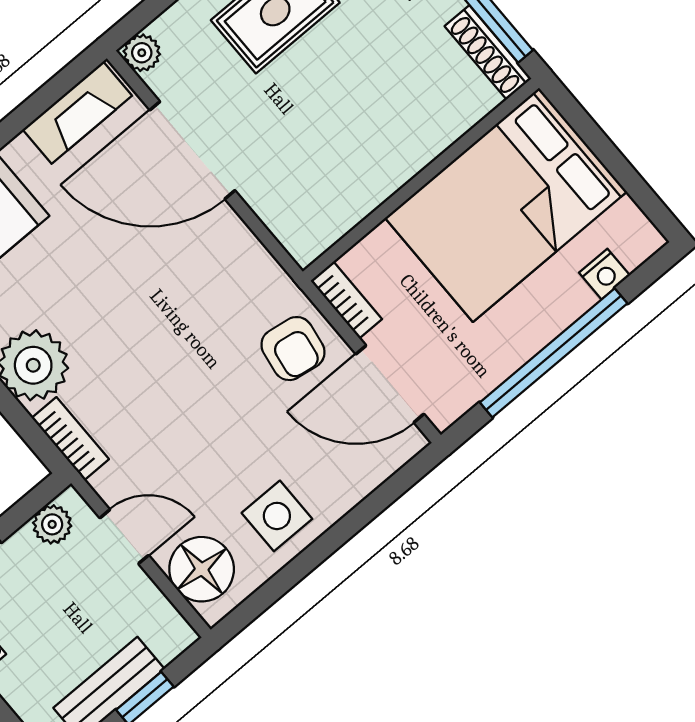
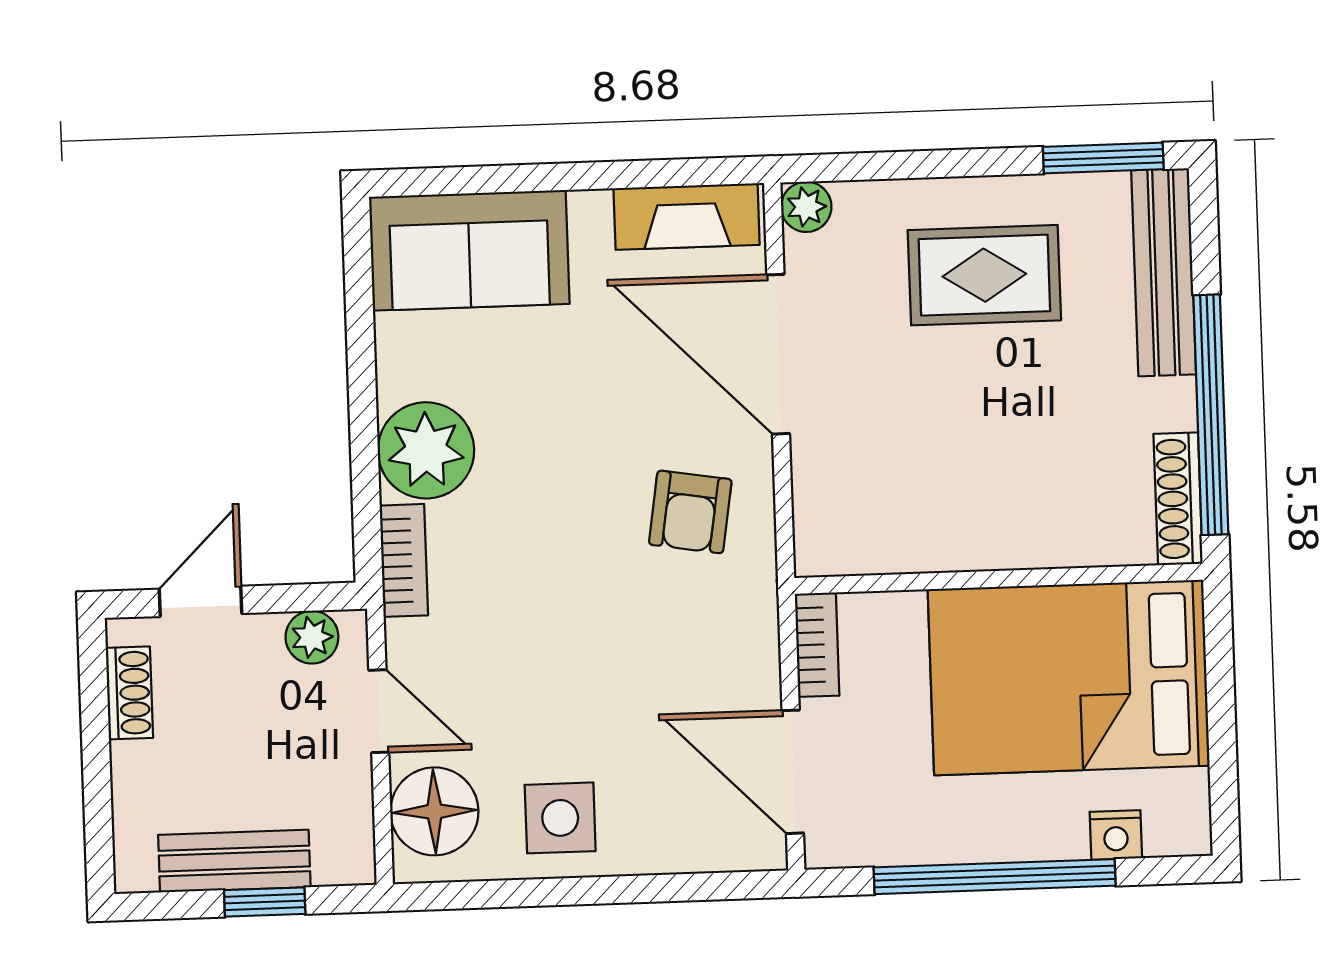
armchair: (293, 349) -> (690, 512), moved

